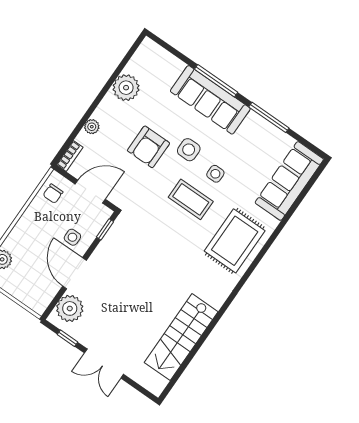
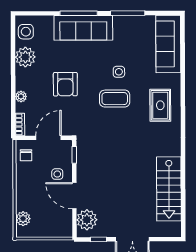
side table: (189, 150) -> (26, 32), moved
rug: (235, 241) -> (160, 105), width x0.73, depth x0.70

